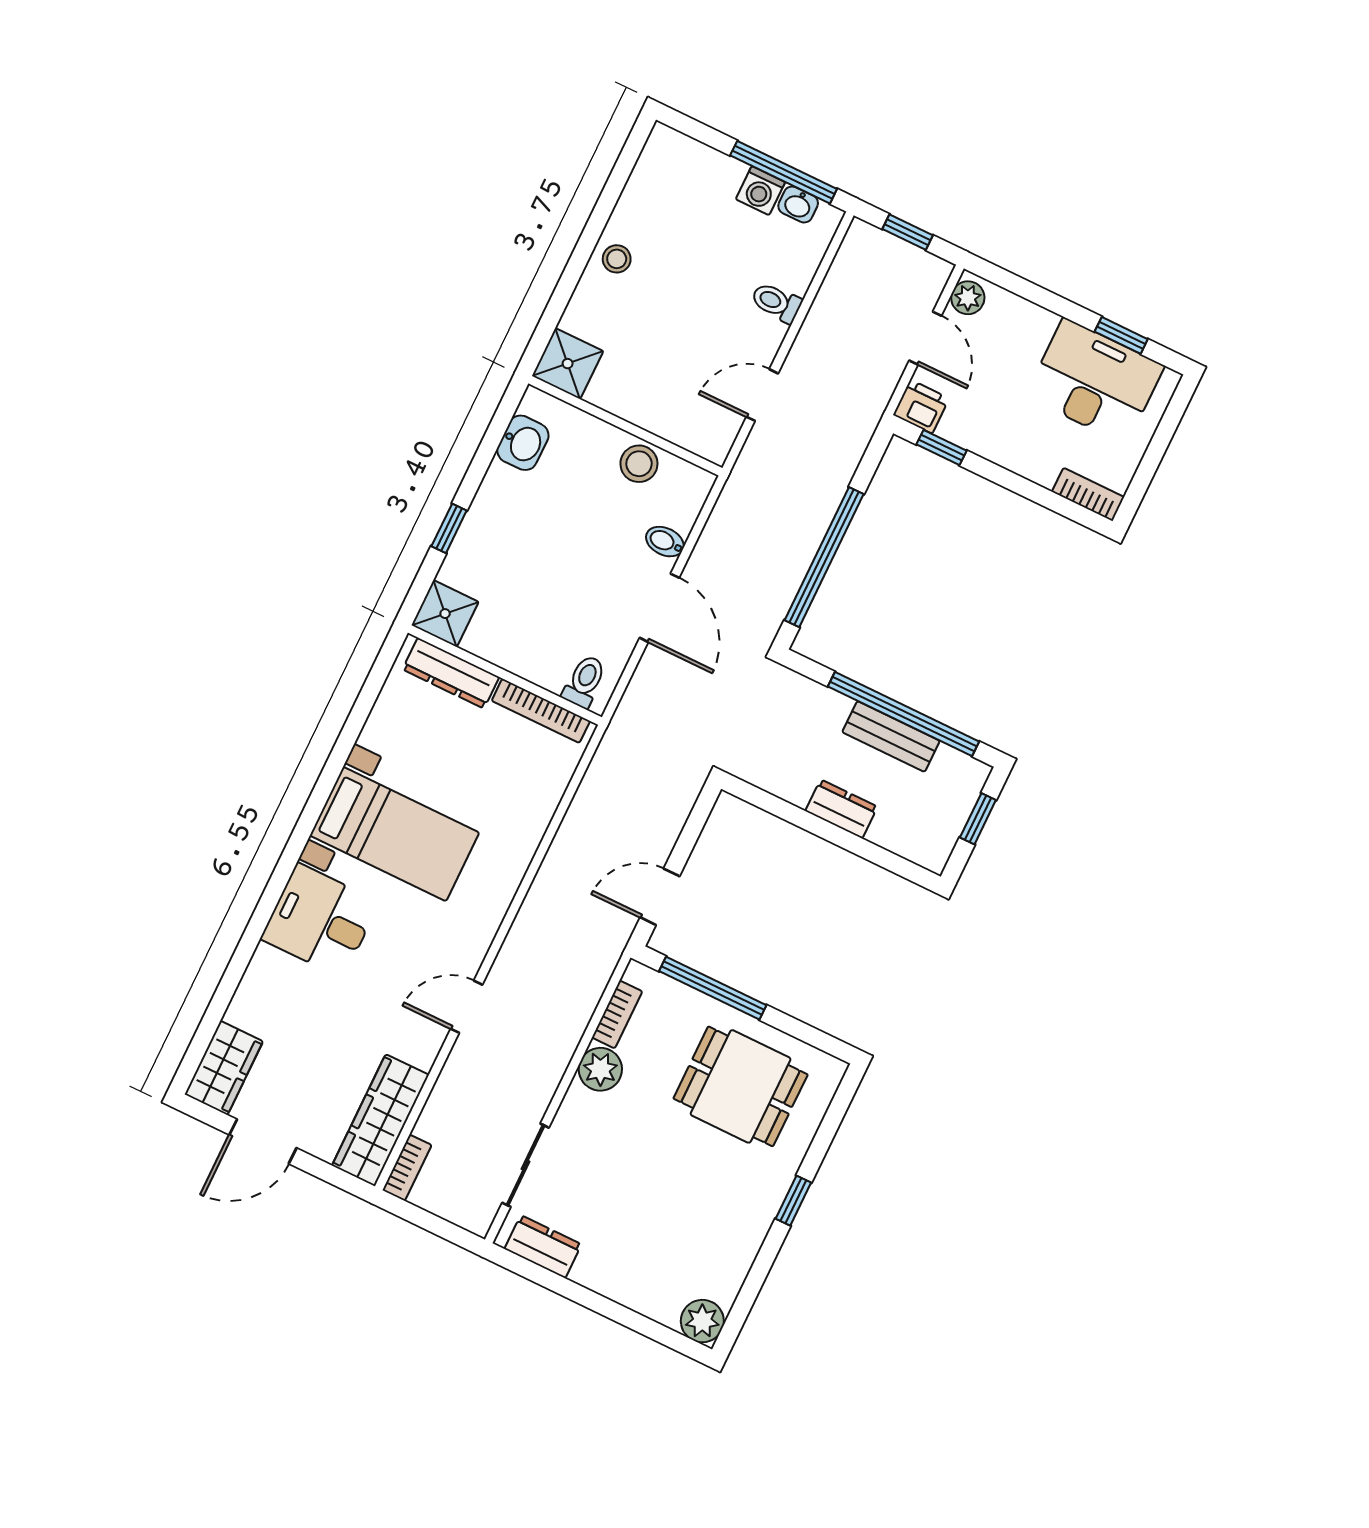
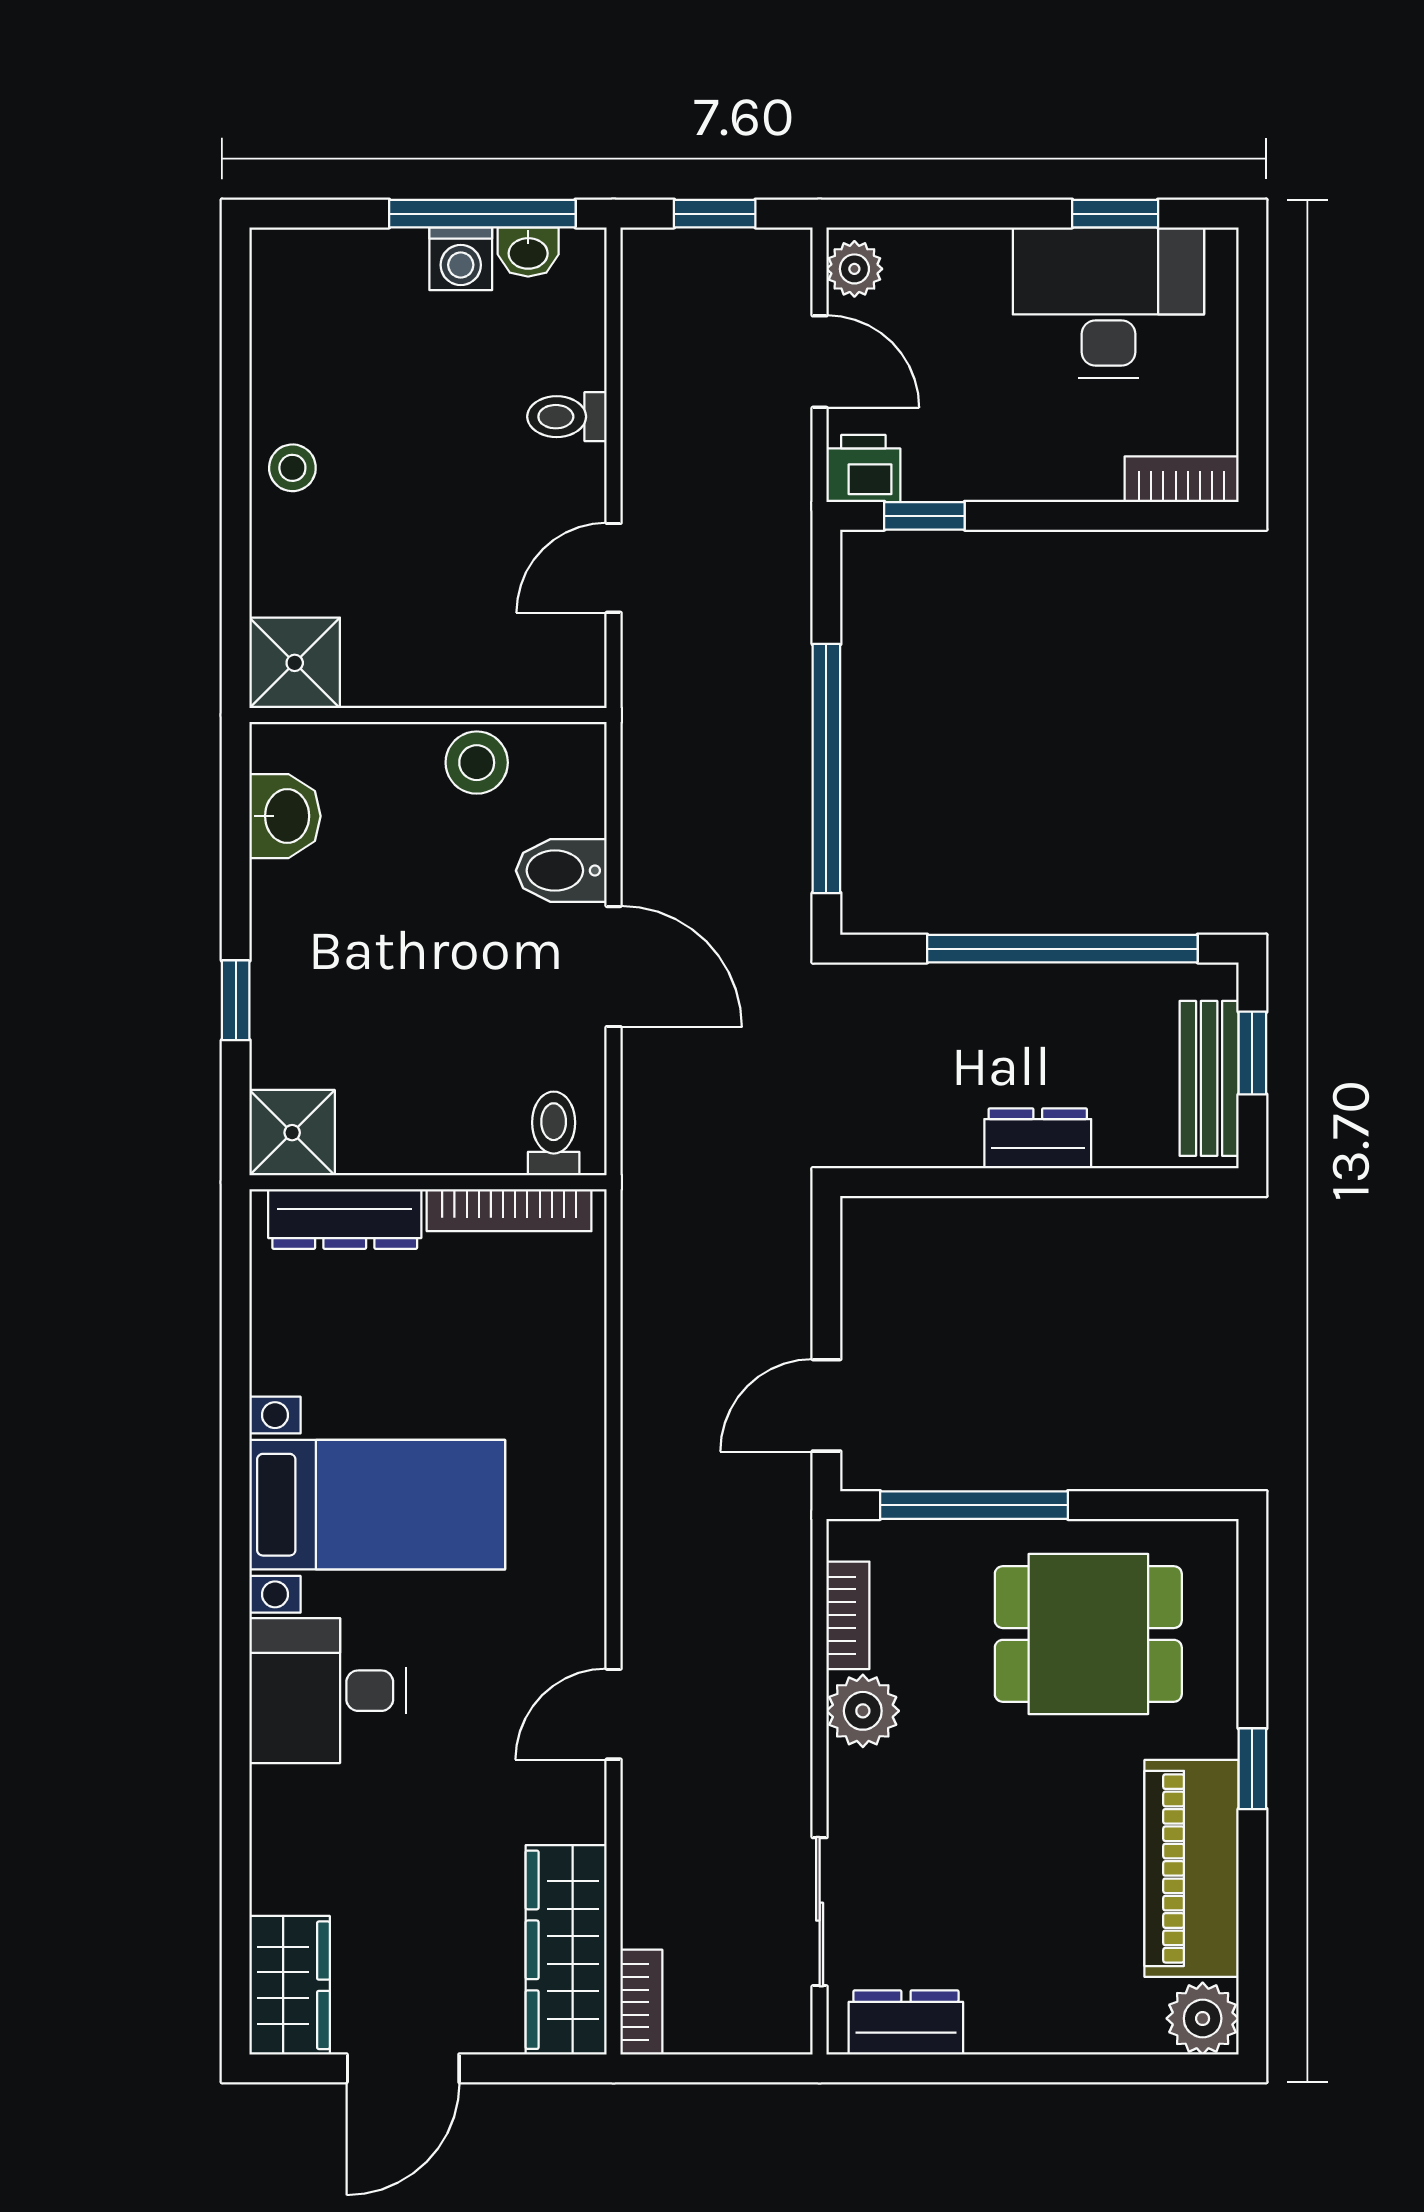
bidet: (665, 542) -> (561, 871), width x1.38, depth x1.36
bench: (891, 736) -> (1209, 1078), moved, turned 90
piano: (735, 1238) -> (1192, 1868), added

